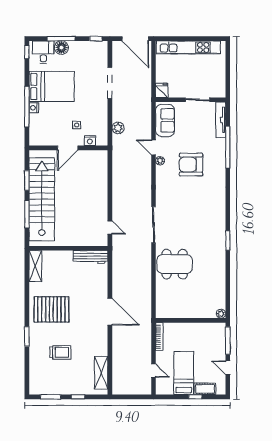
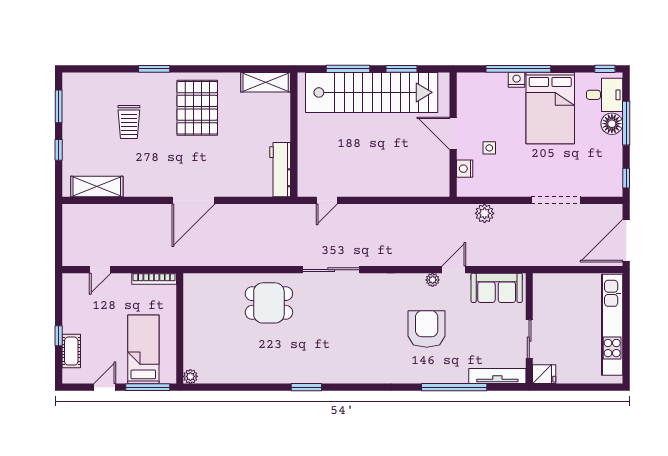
fridge: (162, 90) -> (544, 374), moved
dining table: (175, 264) -> (269, 303), width x0.73
bed: (184, 373) -> (143, 349), moved, turned -90

